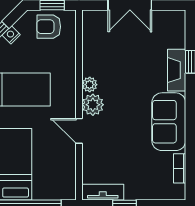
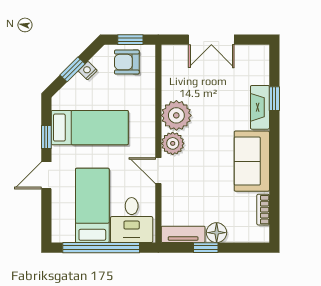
plant: (90, 85) -> (176, 115), width x1.87, depth x1.87
desk: (53, 178) -> (132, 220), added
floor lamp: (135, 190) -> (217, 233), added

